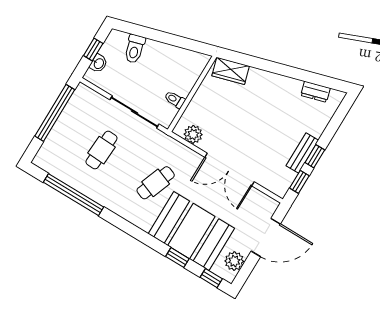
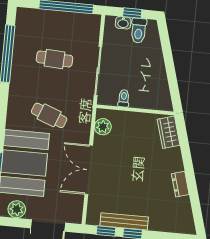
toilet: (135, 49) -> (139, 31), moved, turned -74
dresser: (315, 92) -> (180, 184), moved
bench: (302, 153) -> (124, 221), width x1.36

